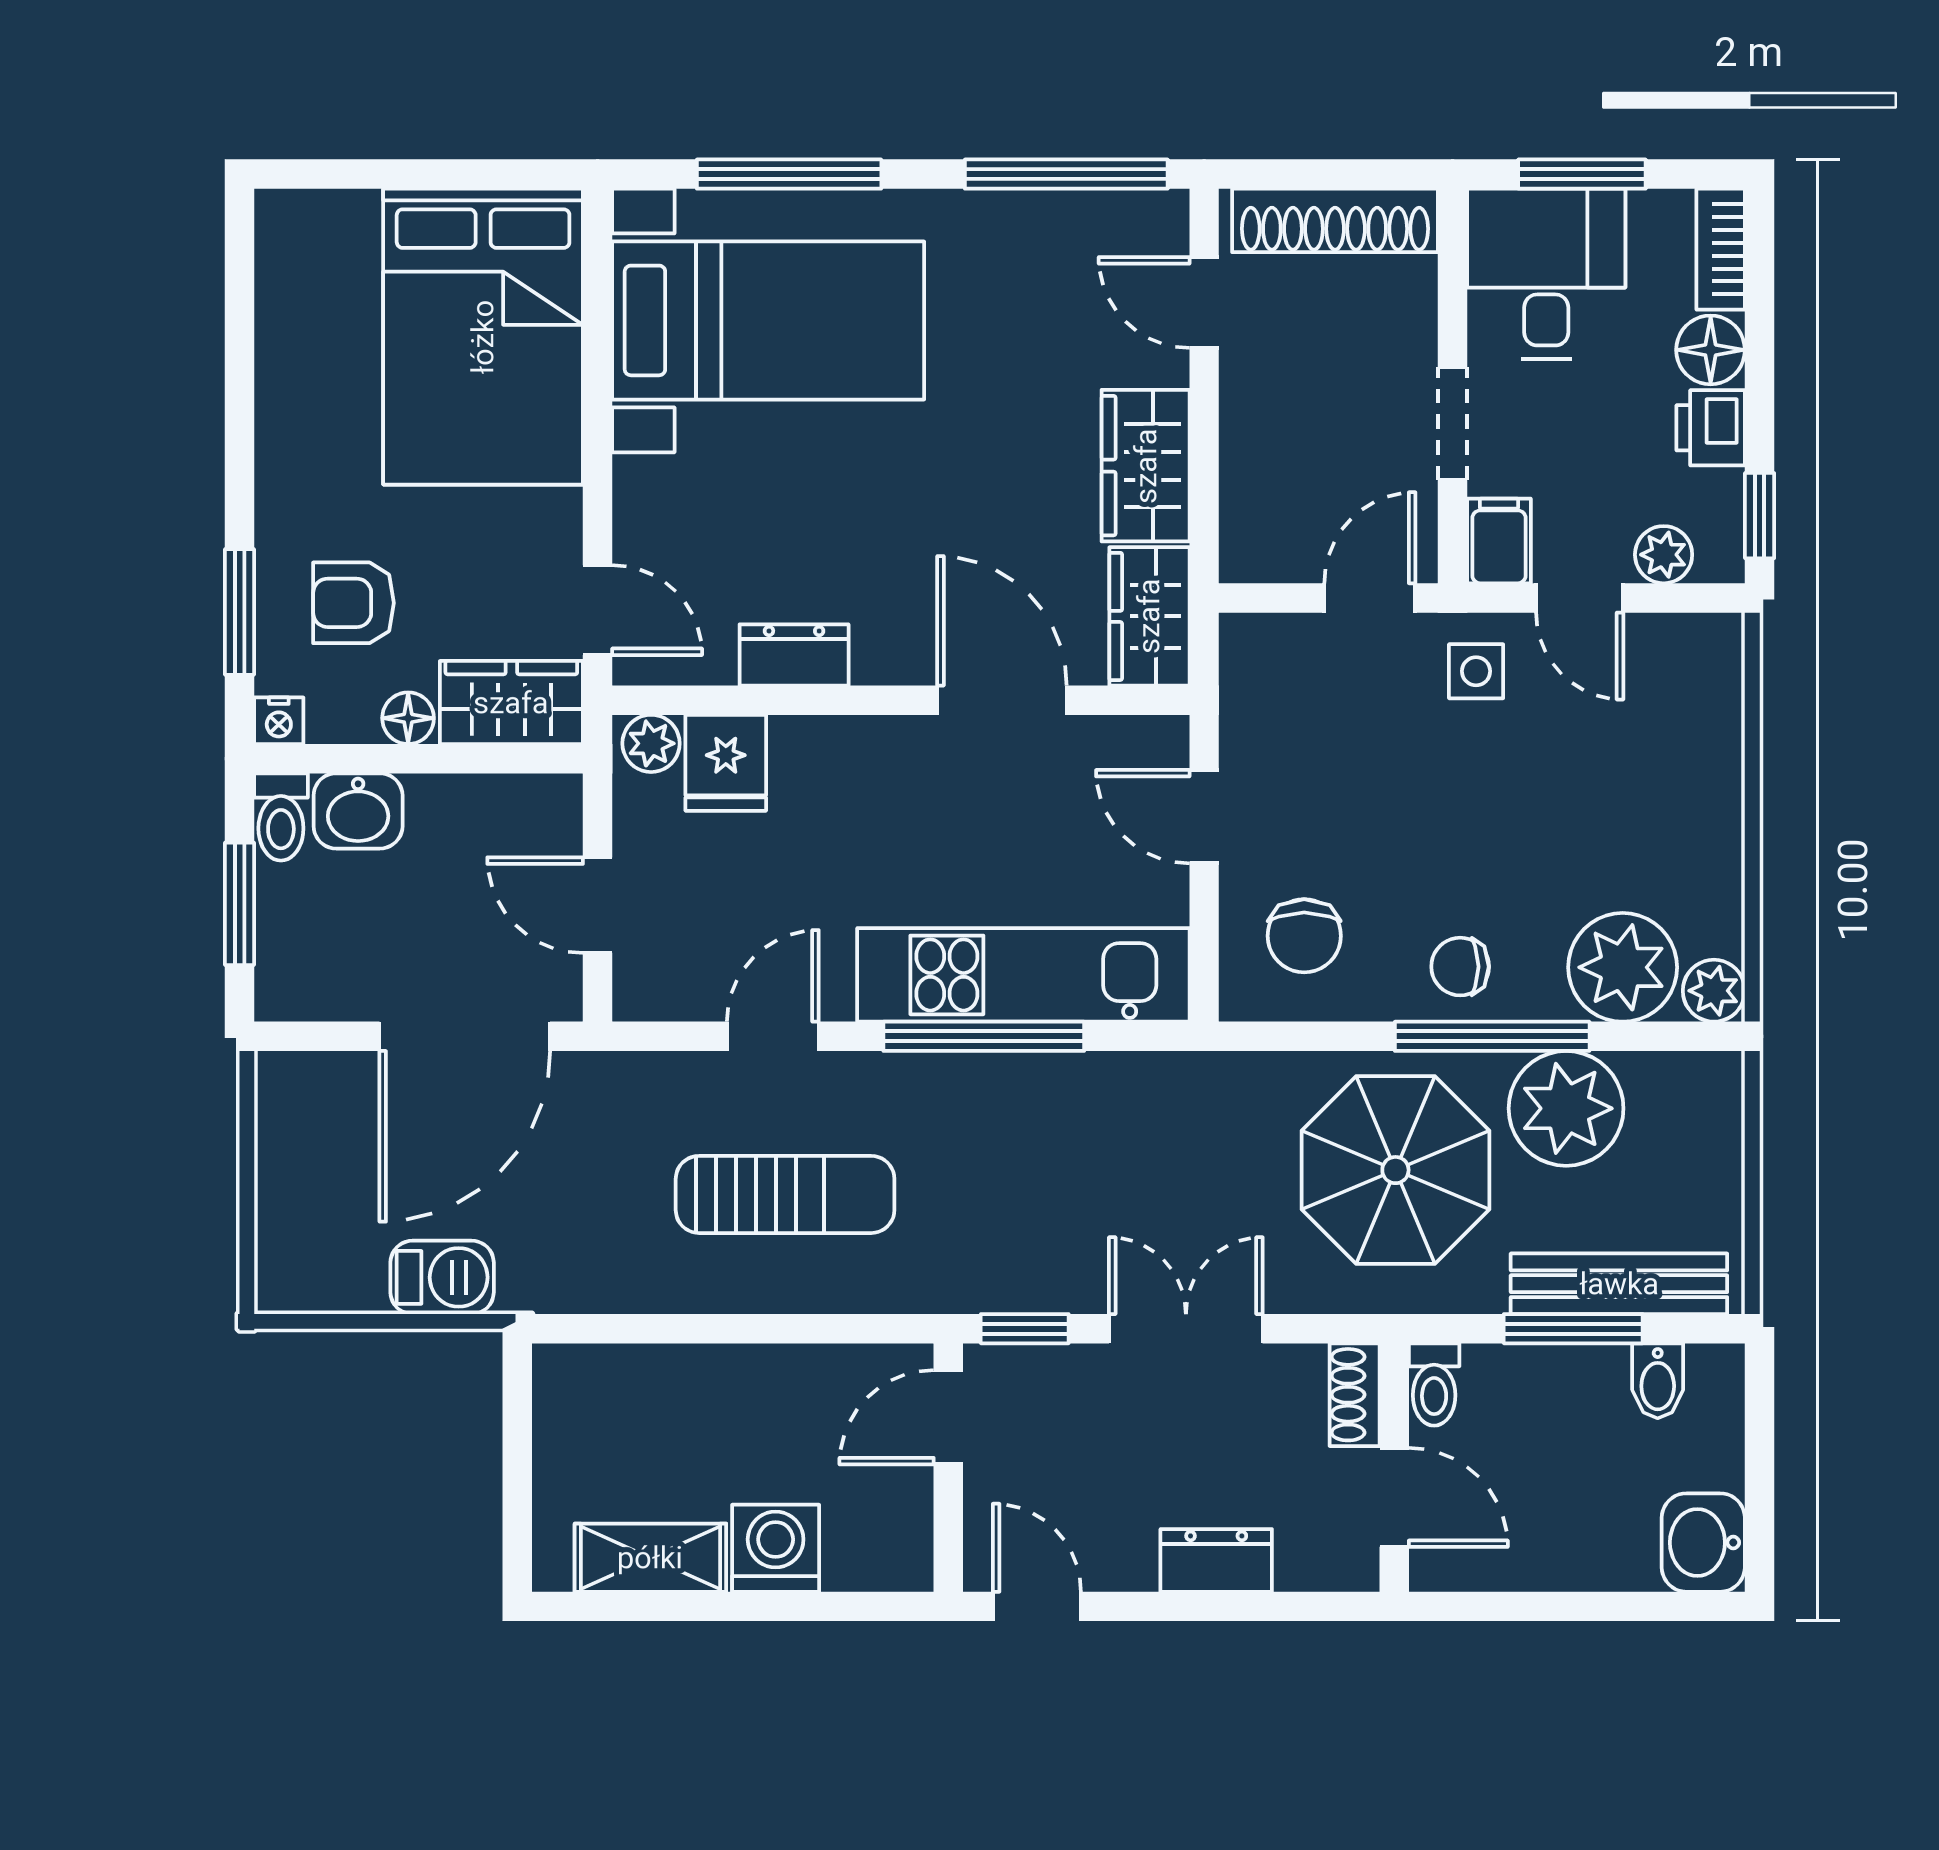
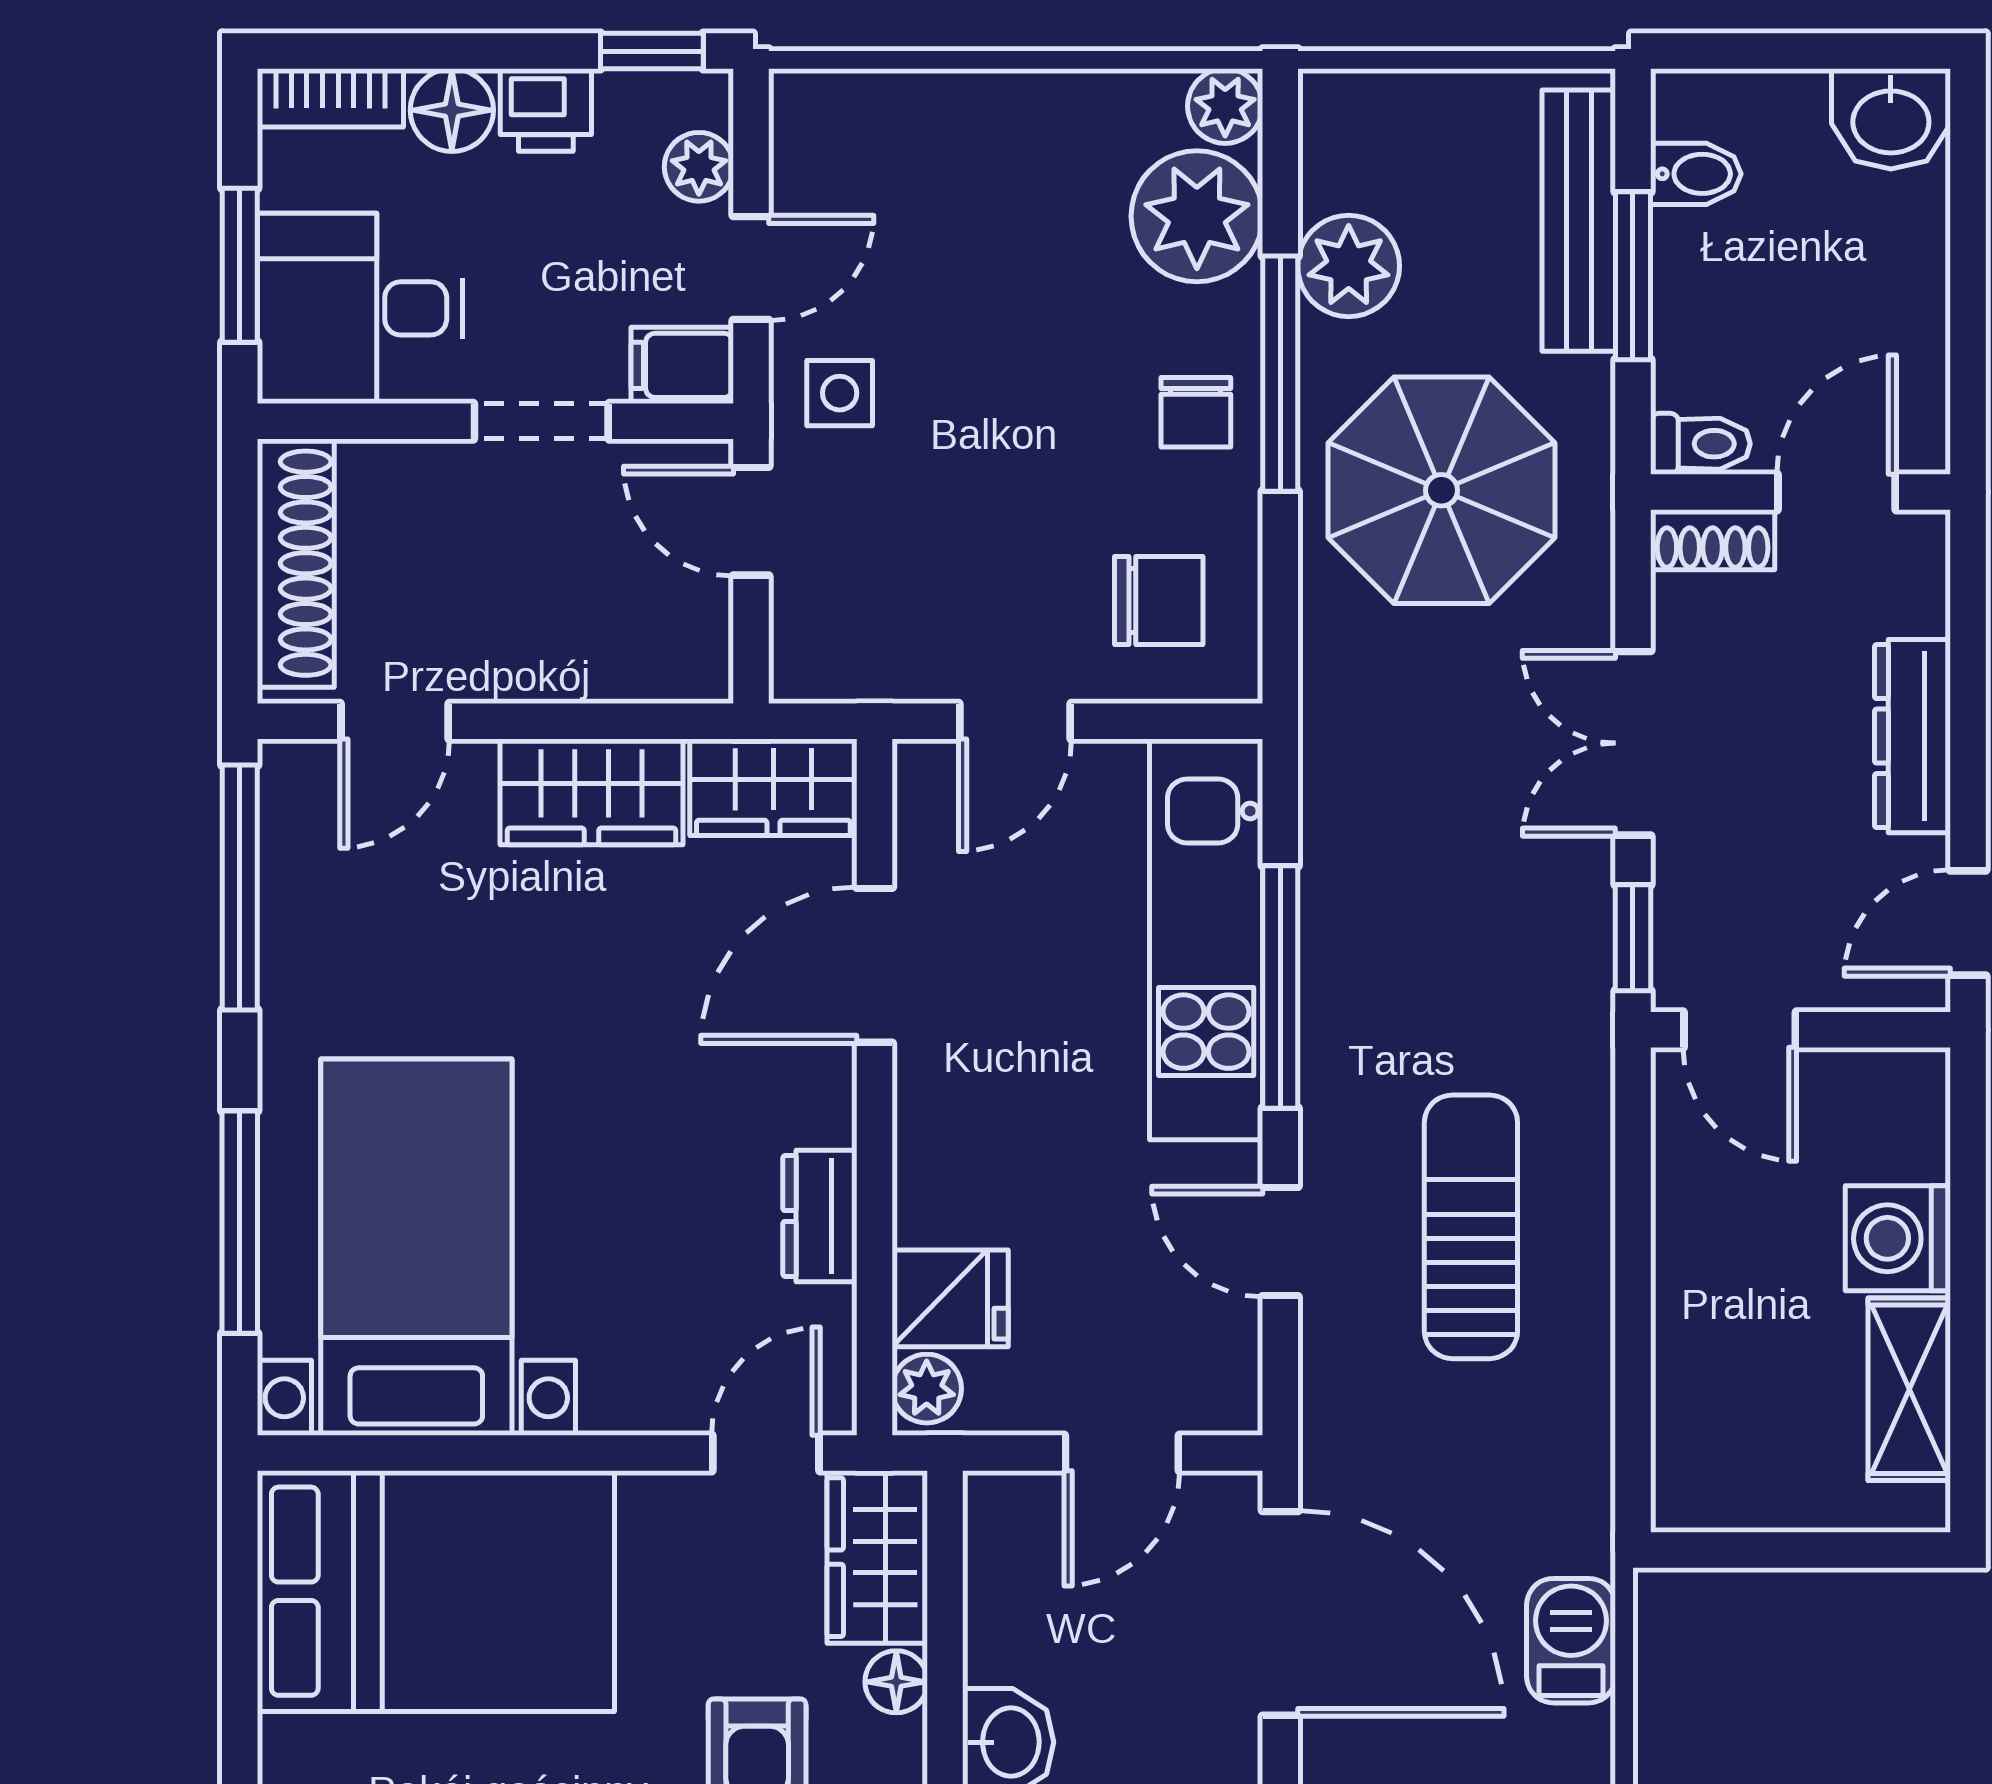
plant: (1566, 1108) -> (1349, 266), width x0.73, depth x0.73
dresser: (1216, 1560) -> (1912, 736), width x1.44

